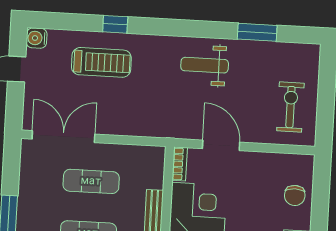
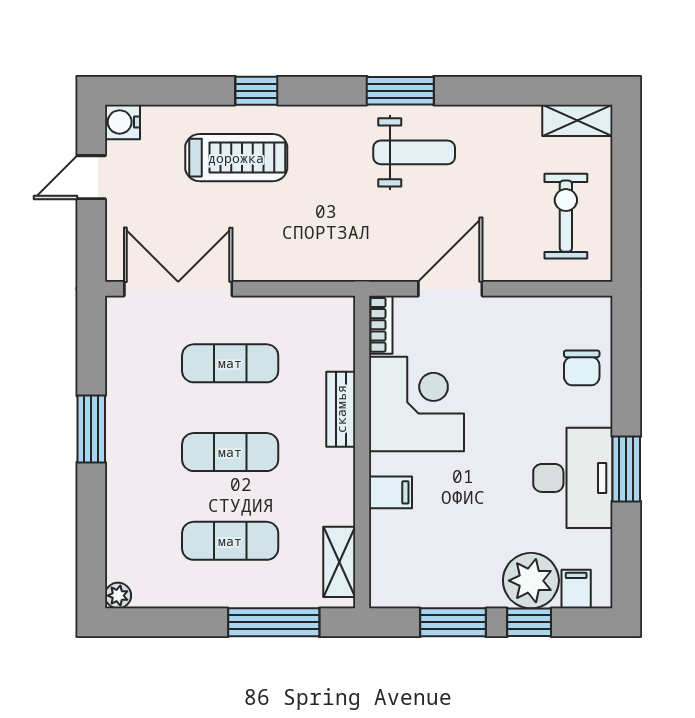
window: (257, 32) -> (400, 91), moved
shelving: (300, 52) -> (577, 120), added
weight bench: (205, 65) -> (414, 152), turned 180
door: (221, 145) -> (450, 289), hinge flipped

